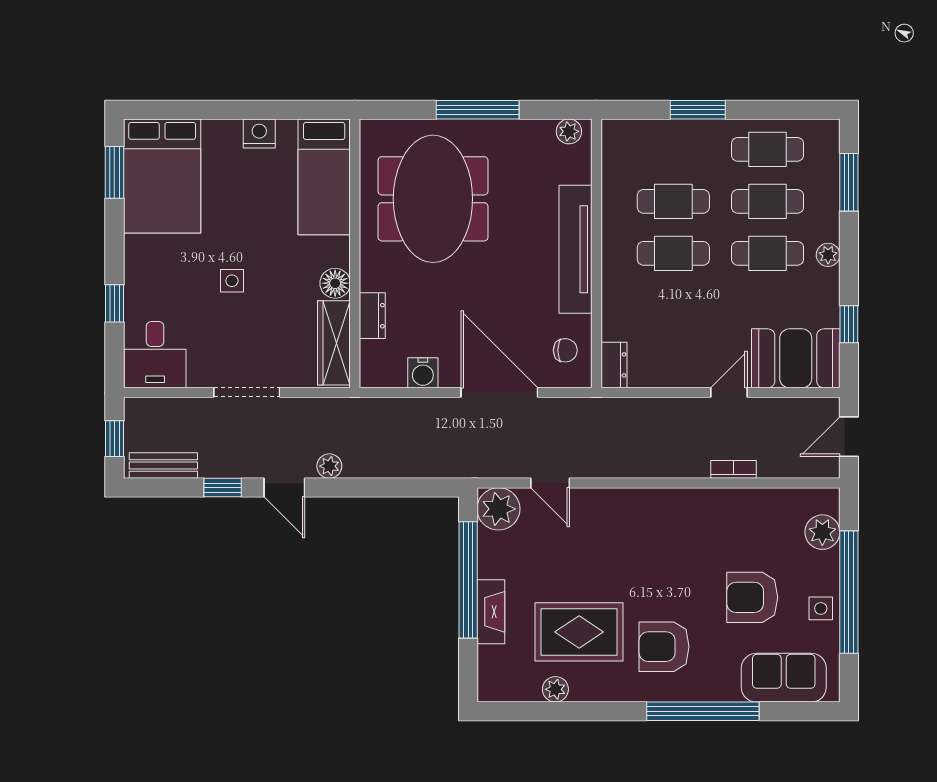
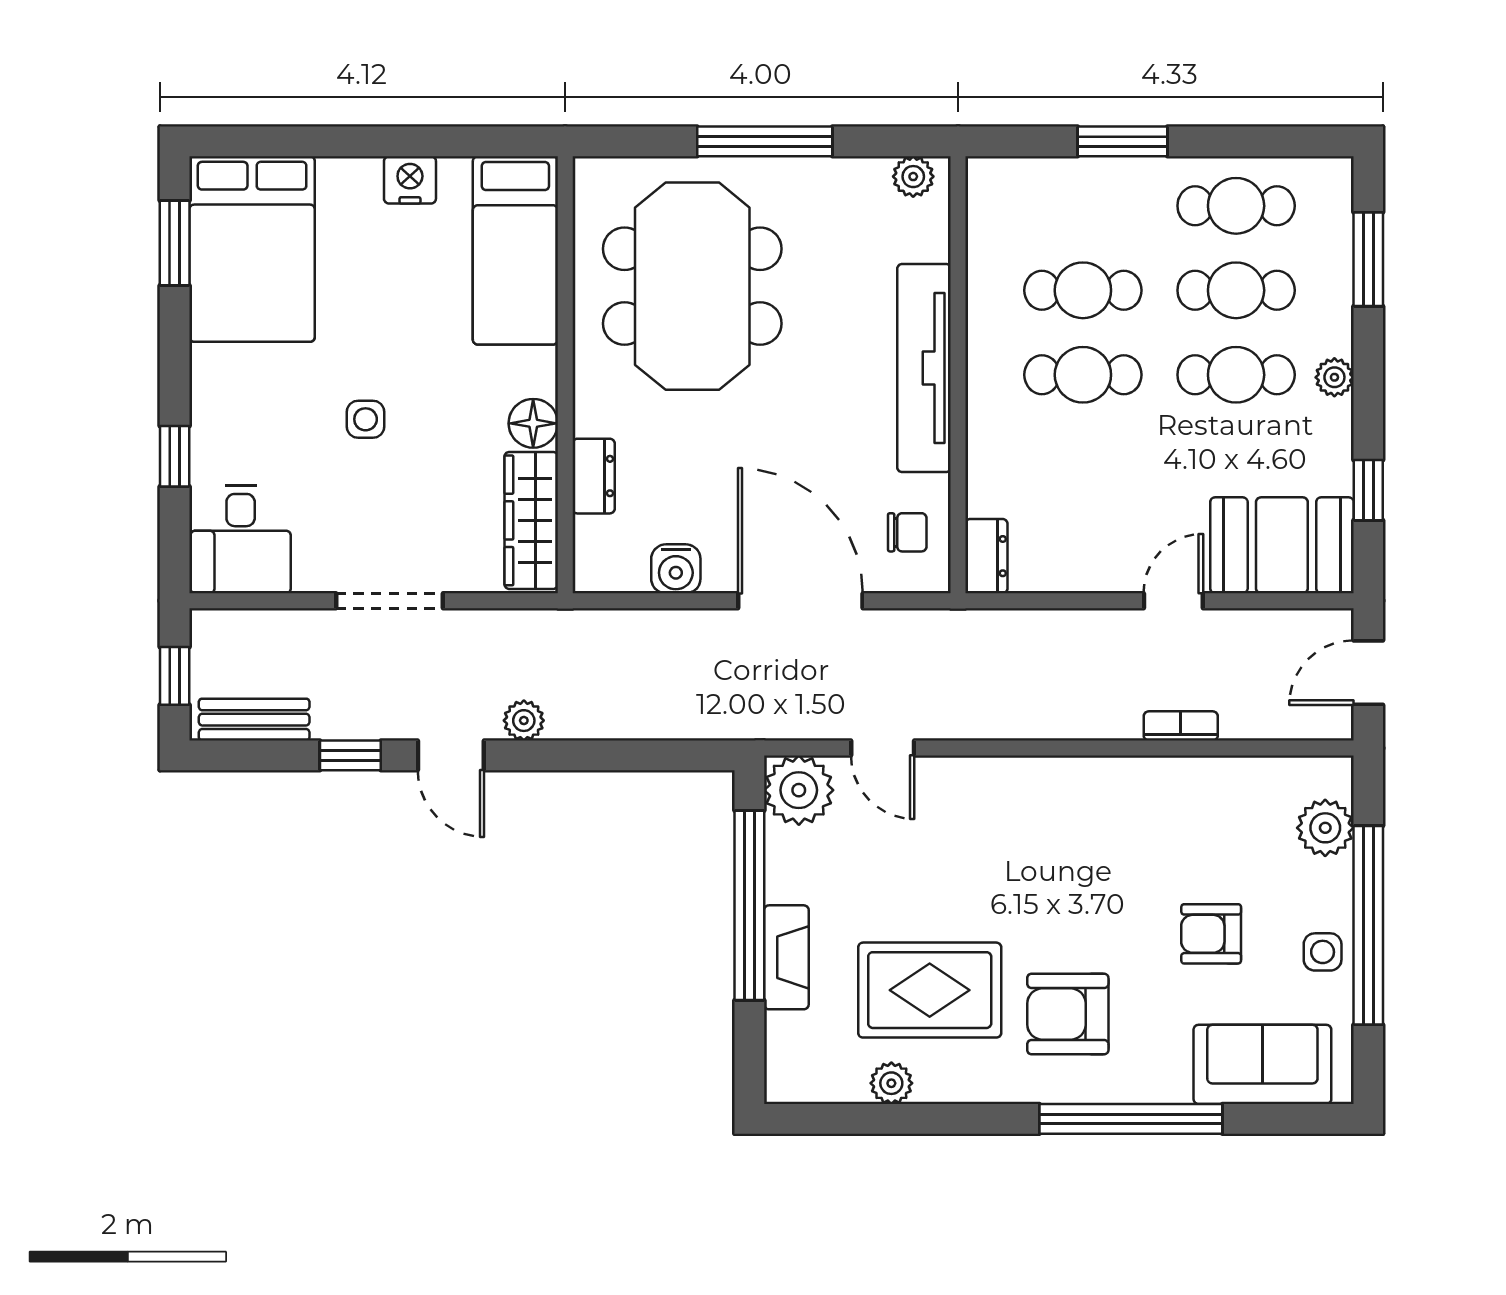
armchair: (752, 597) -> (1211, 934), width x0.72, depth x0.72

